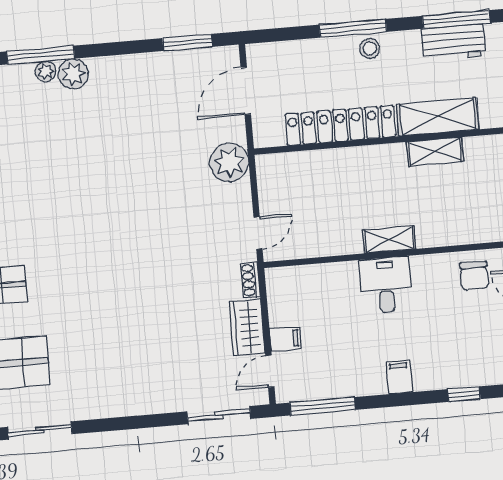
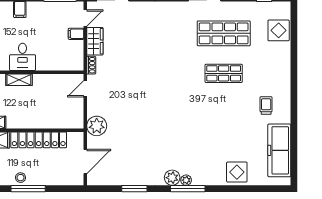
window: (187, 42) -> (134, 189), moved

